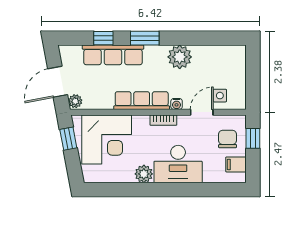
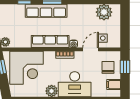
row of seats: (113, 55) -> (46, 11), moved
plant: (180, 57) -> (104, 12), moved

